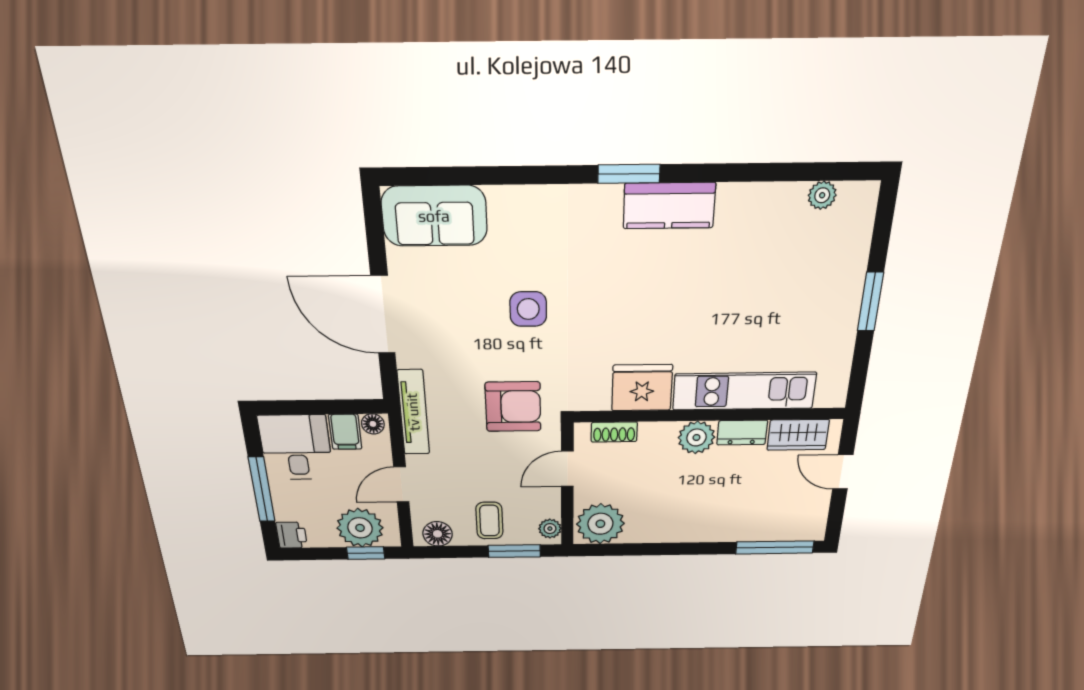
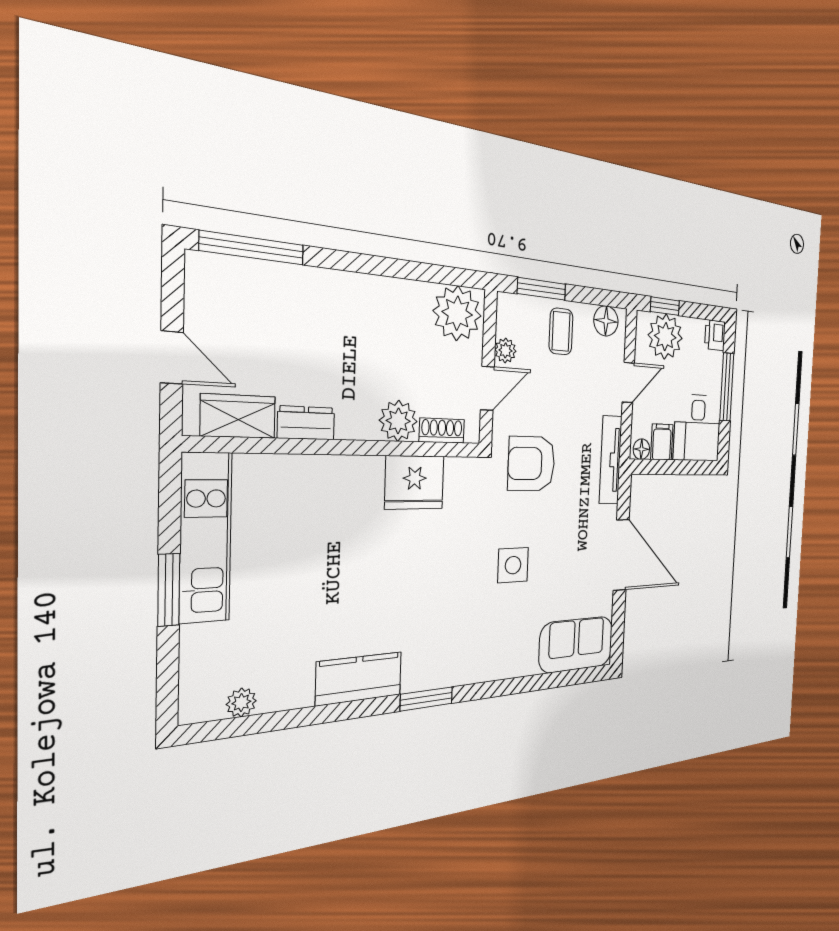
kitchen counter: (669, 206) -> (359, 679), moved
kitchen unit: (744, 391) -> (206, 538), moved, turned -90
plant: (696, 437) -> (398, 421), moved
plant: (550, 529) -> (505, 350), moved

